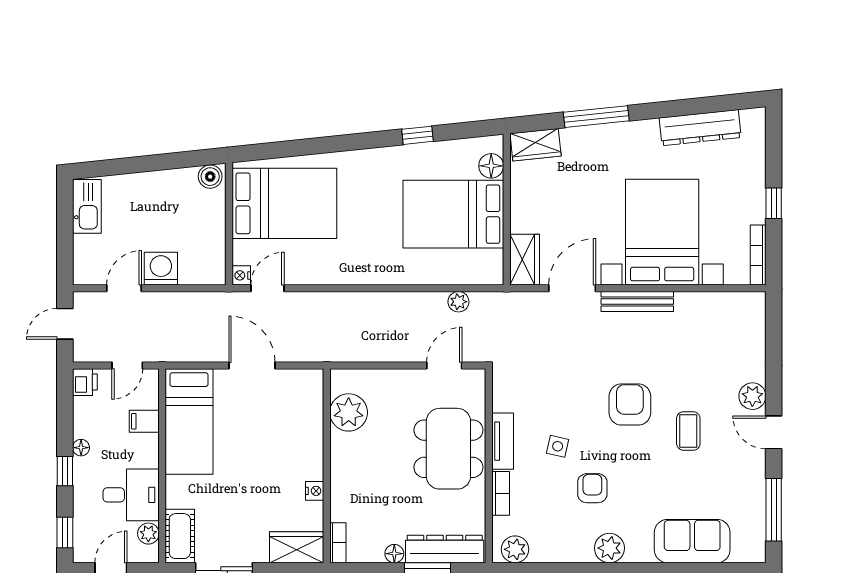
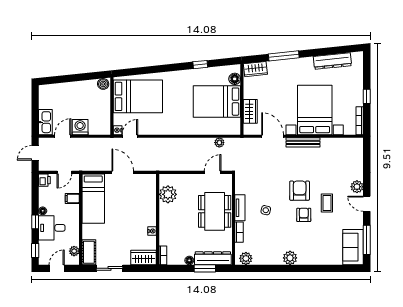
kitchen sink: (87, 206) -> (45, 122), moved
wardrobe: (525, 260) -> (250, 111), moved
door: (572, 288) -> (273, 136), hinge flipped
armchair: (592, 488) -> (304, 215), moved
desk: (131, 495) -> (52, 228), moved, turned 180
sofa: (692, 541) -> (353, 247), moved, turned -90

